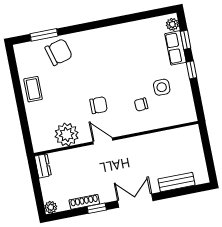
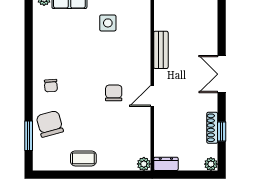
chair: (141, 105) -> (51, 86), moved
plant: (67, 135) -> (144, 164), moved, width x0.53, depth x0.53
bench: (176, 182) -> (161, 50), moved
window: (97, 208) -> (222, 132), moved

